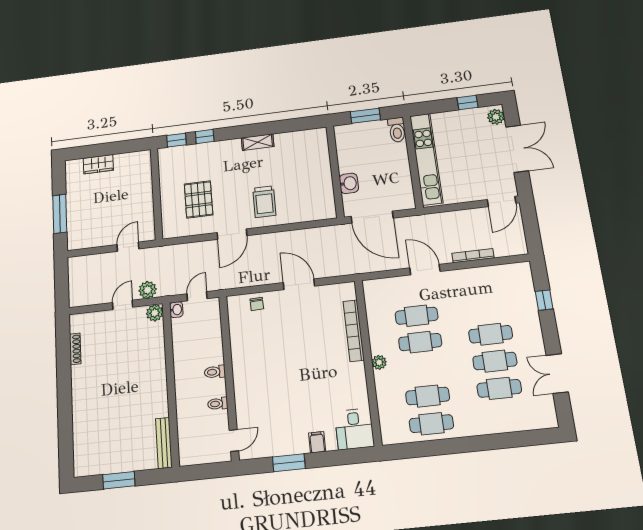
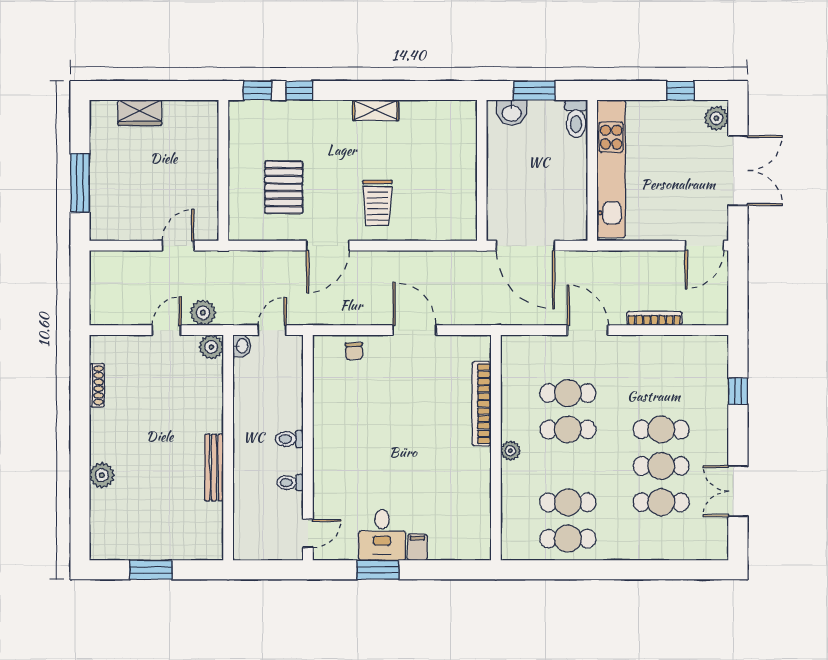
washbasin: (349, 183) -> (512, 113), moved, turned 90
plant: (81, 413) -> (102, 475), added
desk: (354, 429) -> (382, 535), moved
bench: (164, 443) -> (214, 467), moved

